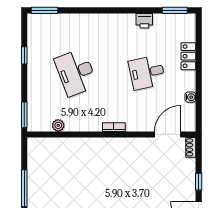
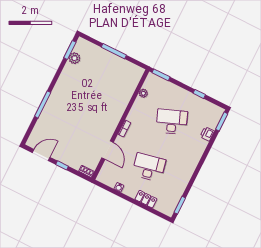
printer: (144, 21) -> (207, 134), moved
desk: (147, 72) -> (149, 167), width x1.37
door: (168, 134) -> (108, 150), moved

